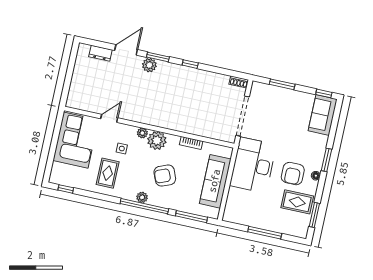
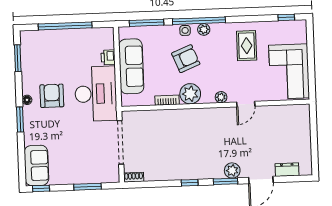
door: (109, 118) -> (246, 104), moved
plant: (157, 141) -> (190, 94), moved
side table: (122, 149) -> (185, 30), moved
printer: (234, 195) -> (108, 57), added
rug: (297, 202) -> (39, 67), removed
window: (265, 233) -> (65, 26), width x1.46

